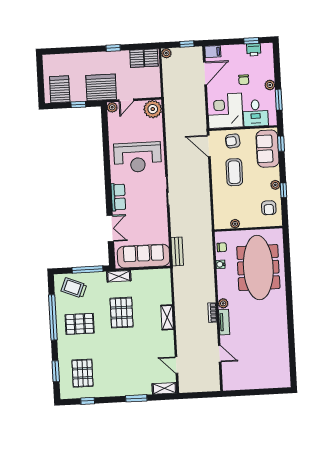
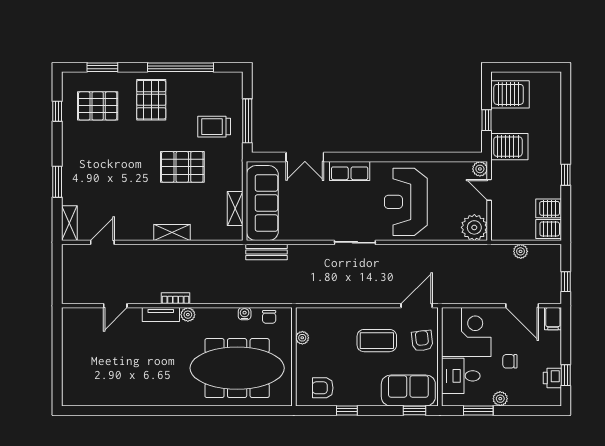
plant: (166, 53) -> (521, 251), moved
server rack: (101, 87) -> (509, 147), width x0.62
plant: (275, 185) -> (355, 399), removed
shelving: (119, 276) -> (235, 209), moved
trolley: (74, 288) -> (214, 127), moved, turned -112
pallet: (80, 324) -> (151, 100), moved

